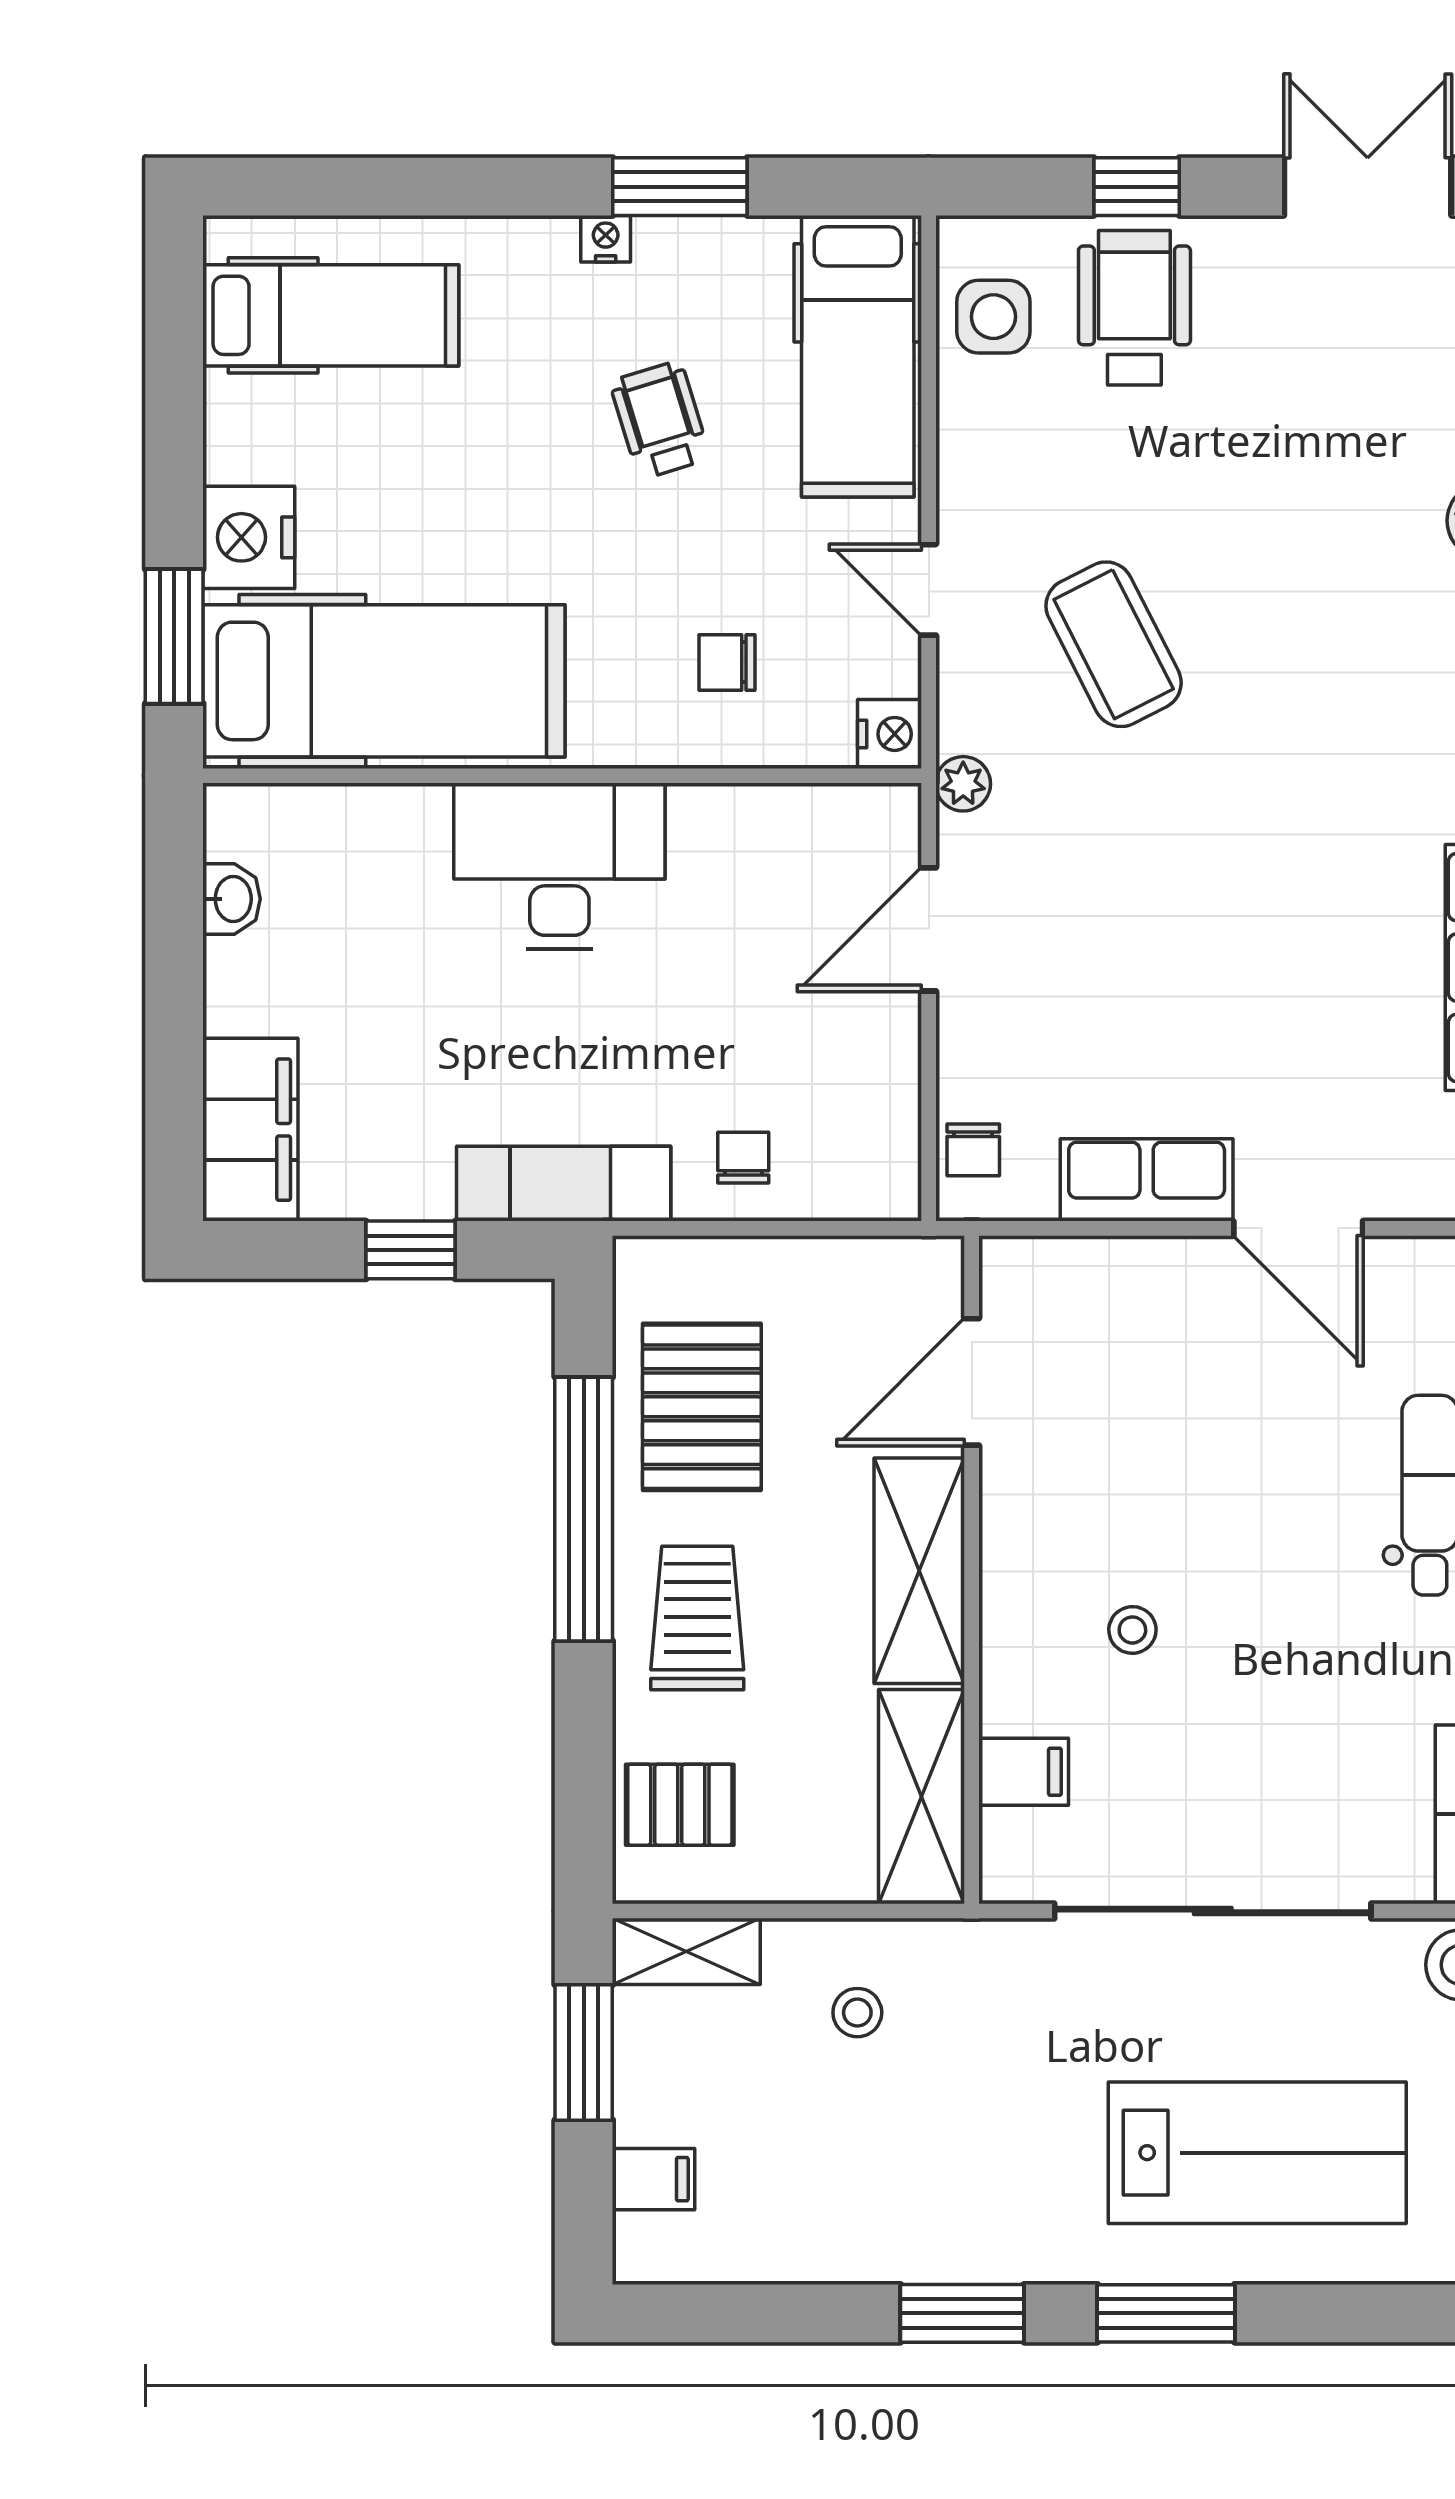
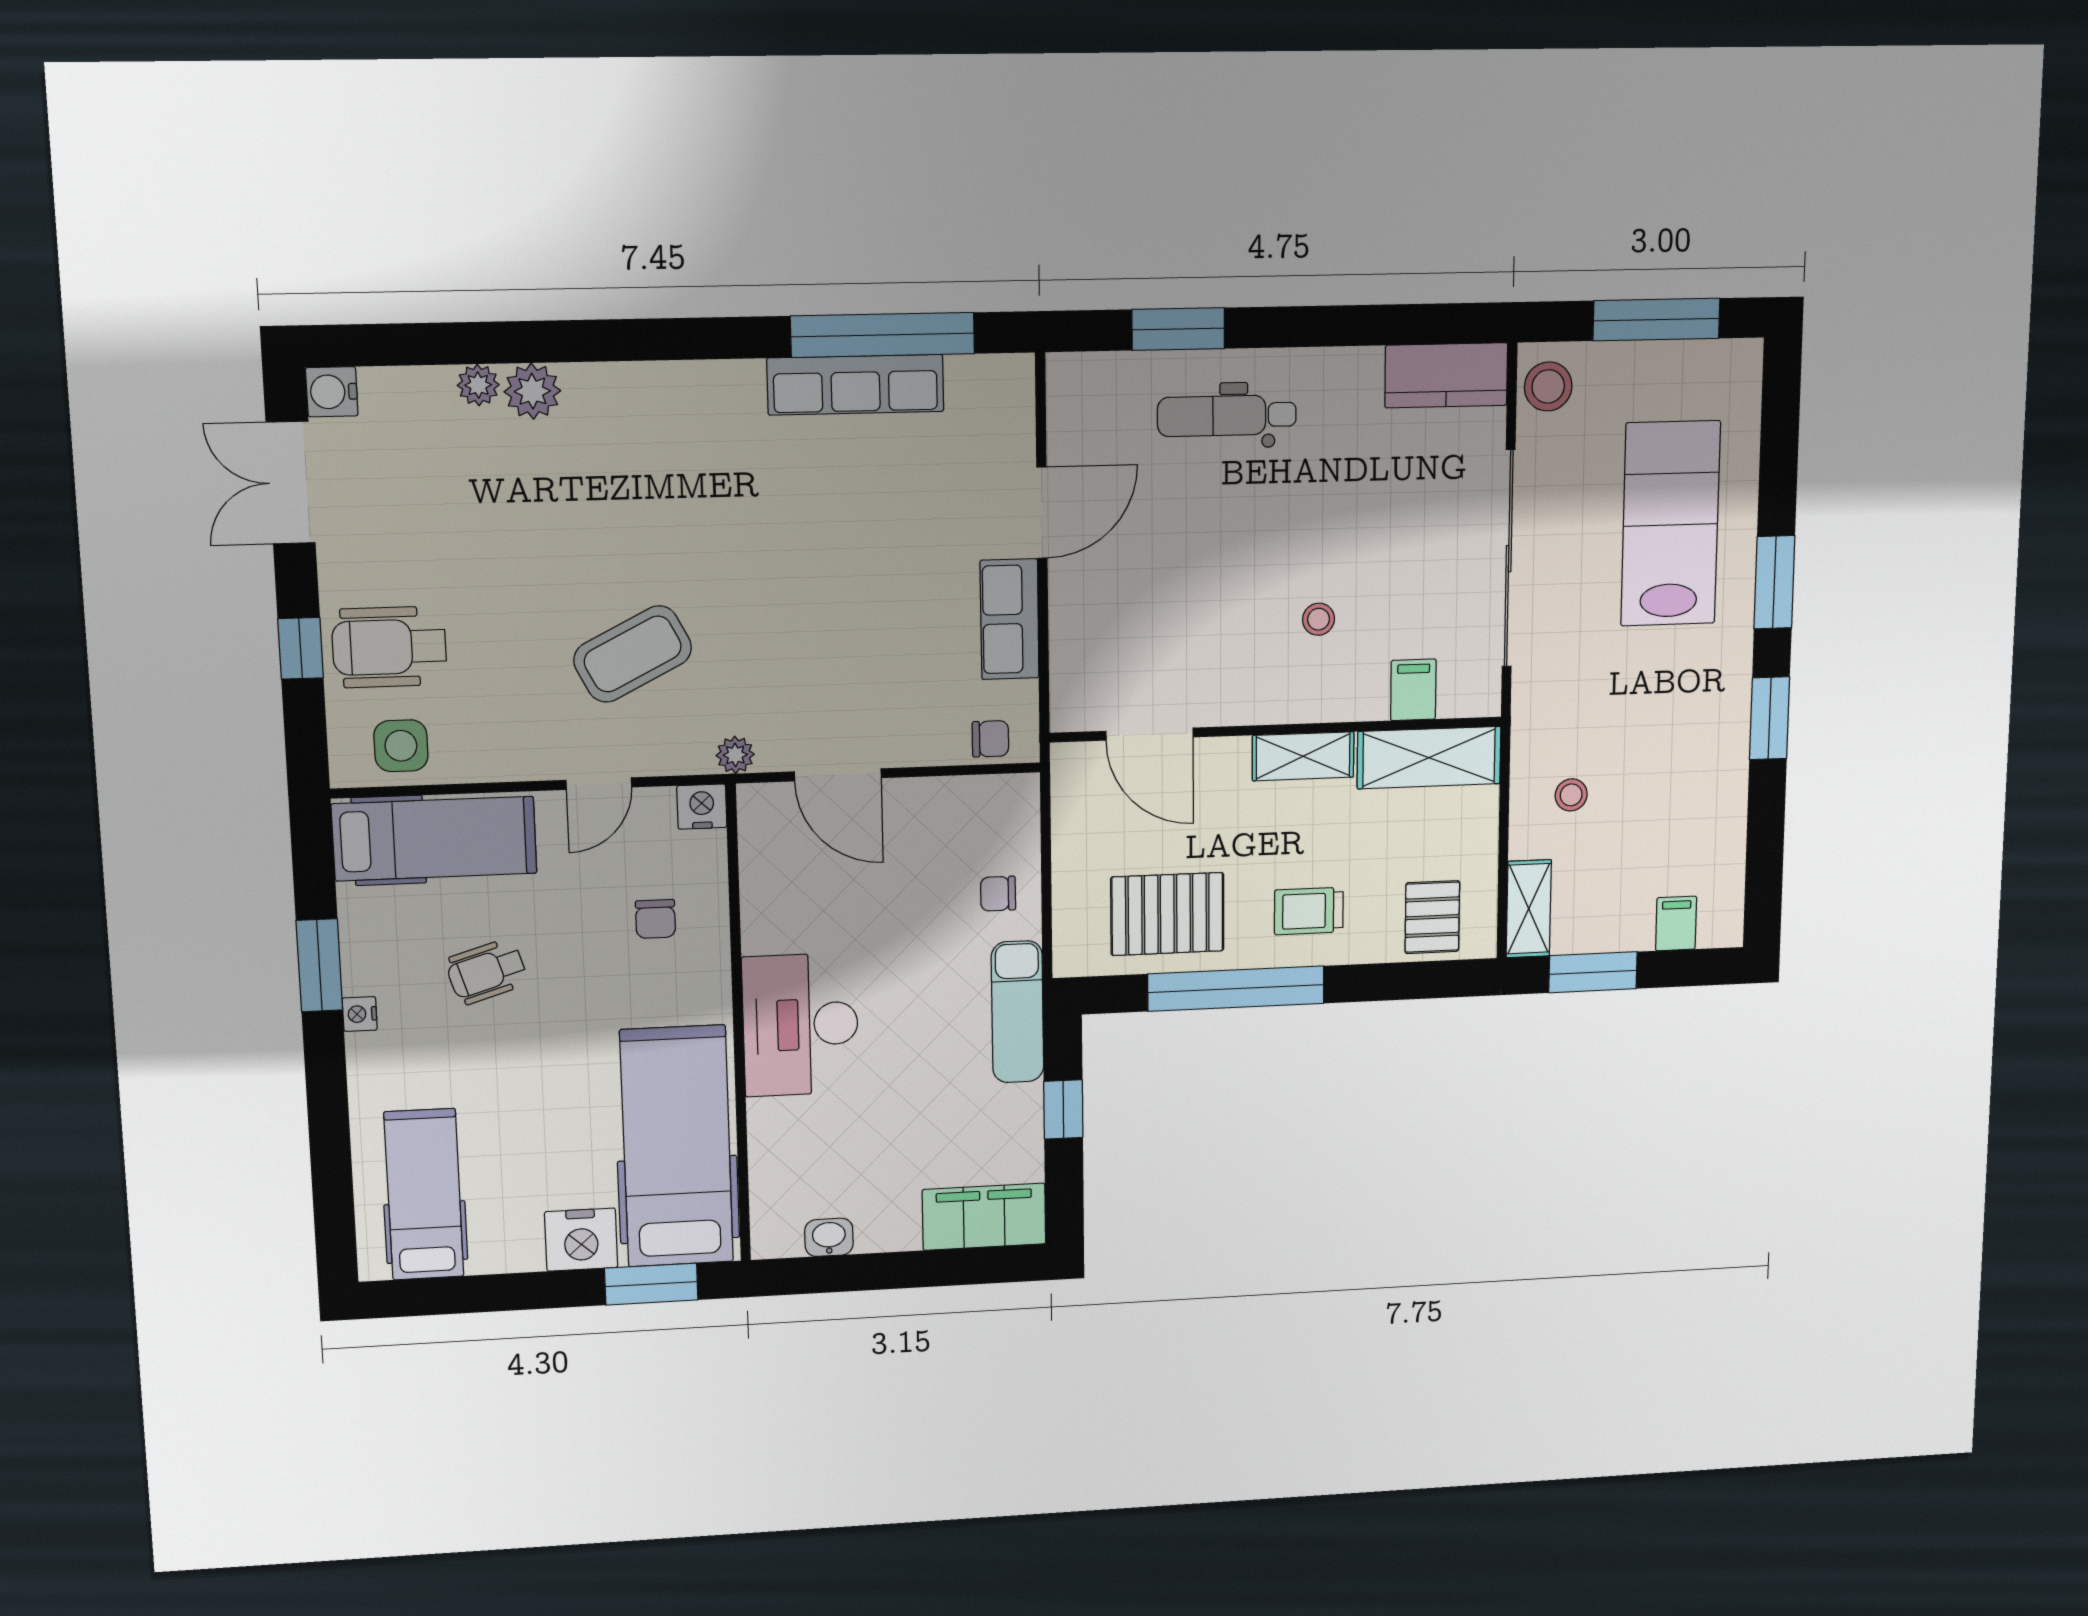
shelving: (919, 1571) -> (1303, 756), width x0.67, depth x0.75
trolley: (697, 1618) -> (1309, 911), width x0.73, depth x0.72

